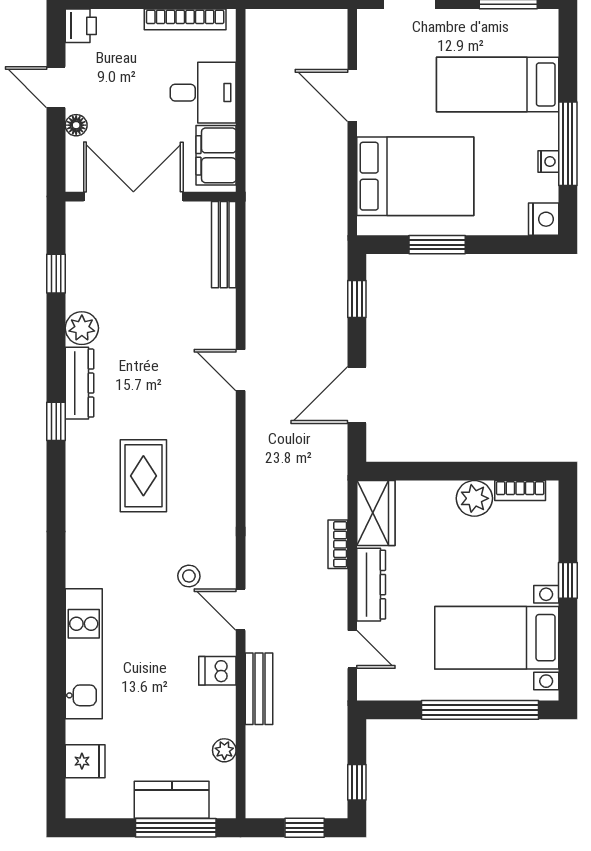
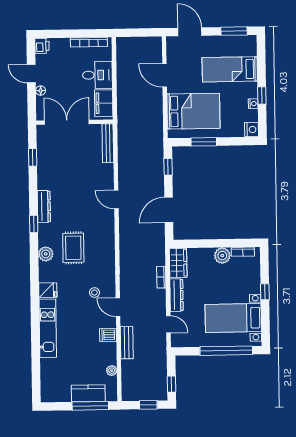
window: (568, 144) -> (262, 95), width x0.46
plant: (82, 328) -> (46, 254), moved
fridge: (85, 761) -> (48, 290), moved

